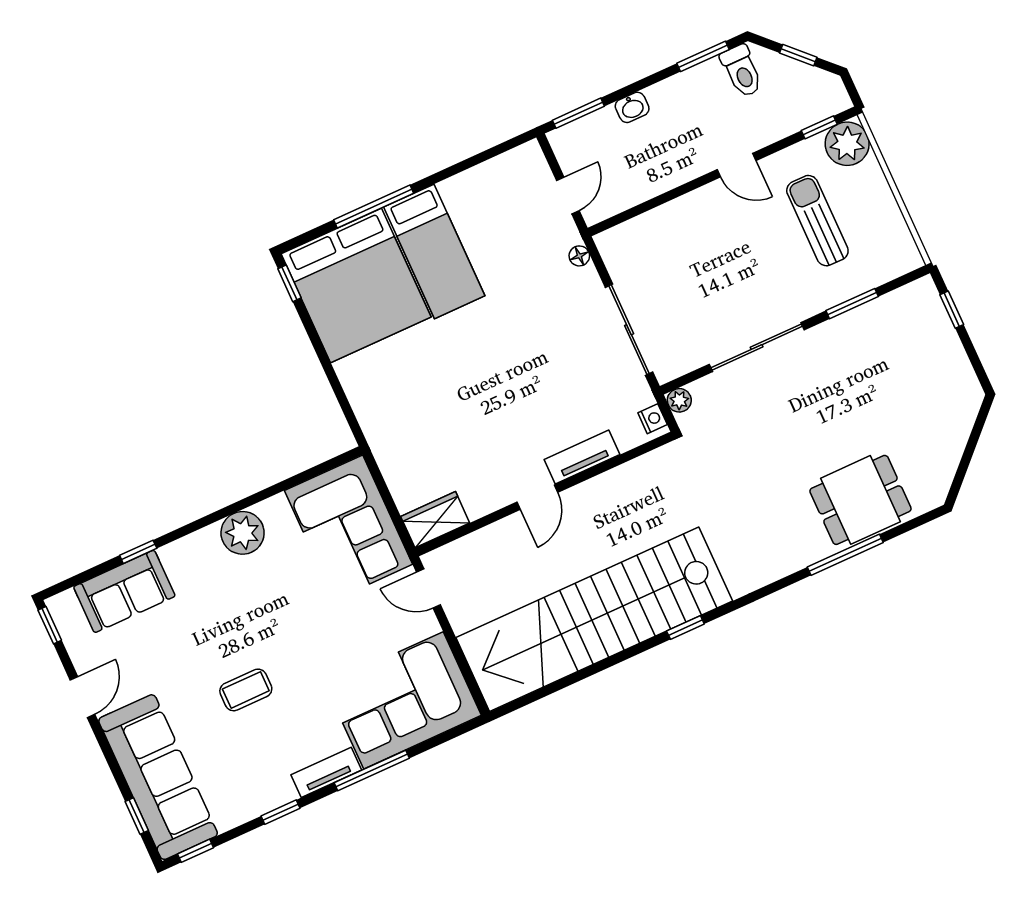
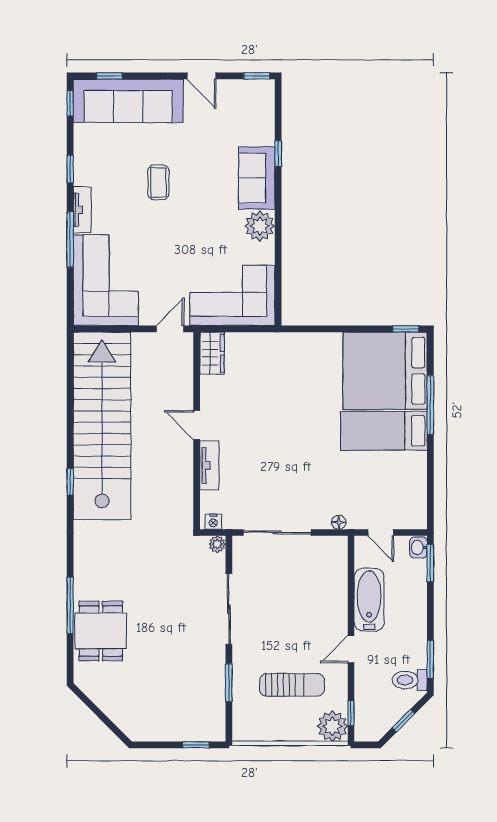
washbasin: (632, 107) -> (418, 547), moved
bathtub: (662, 171) -> (369, 600), added
sofa: (124, 591) -> (257, 178), moved

